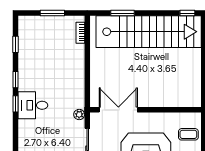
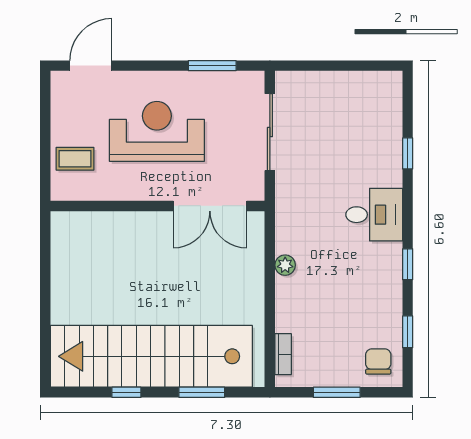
window: (187, 13) -> (126, 392), moved
chair: (31, 29) -> (378, 362), added
window: (16, 104) -> (408, 153), moved
plant: (79, 115) -> (285, 265), moved

